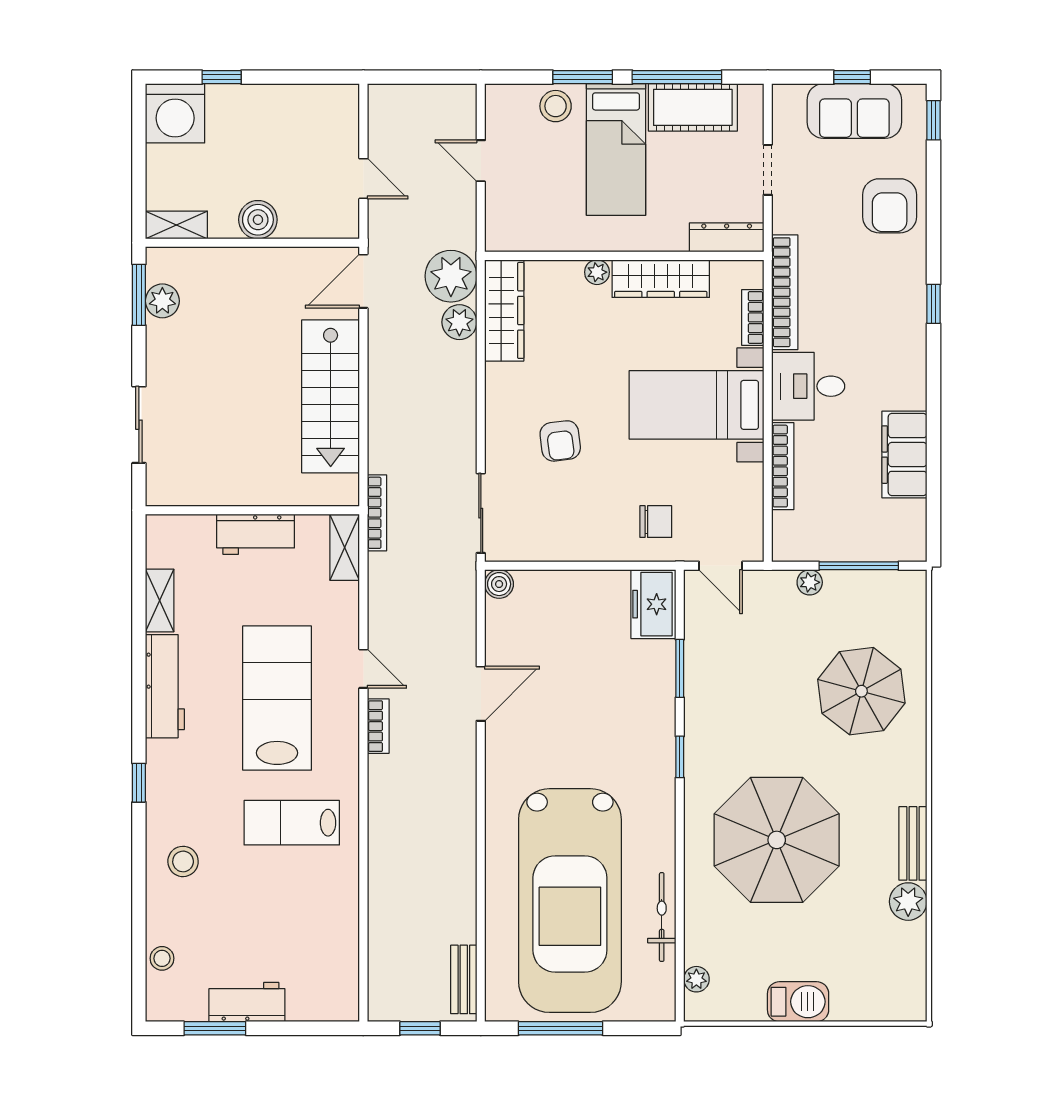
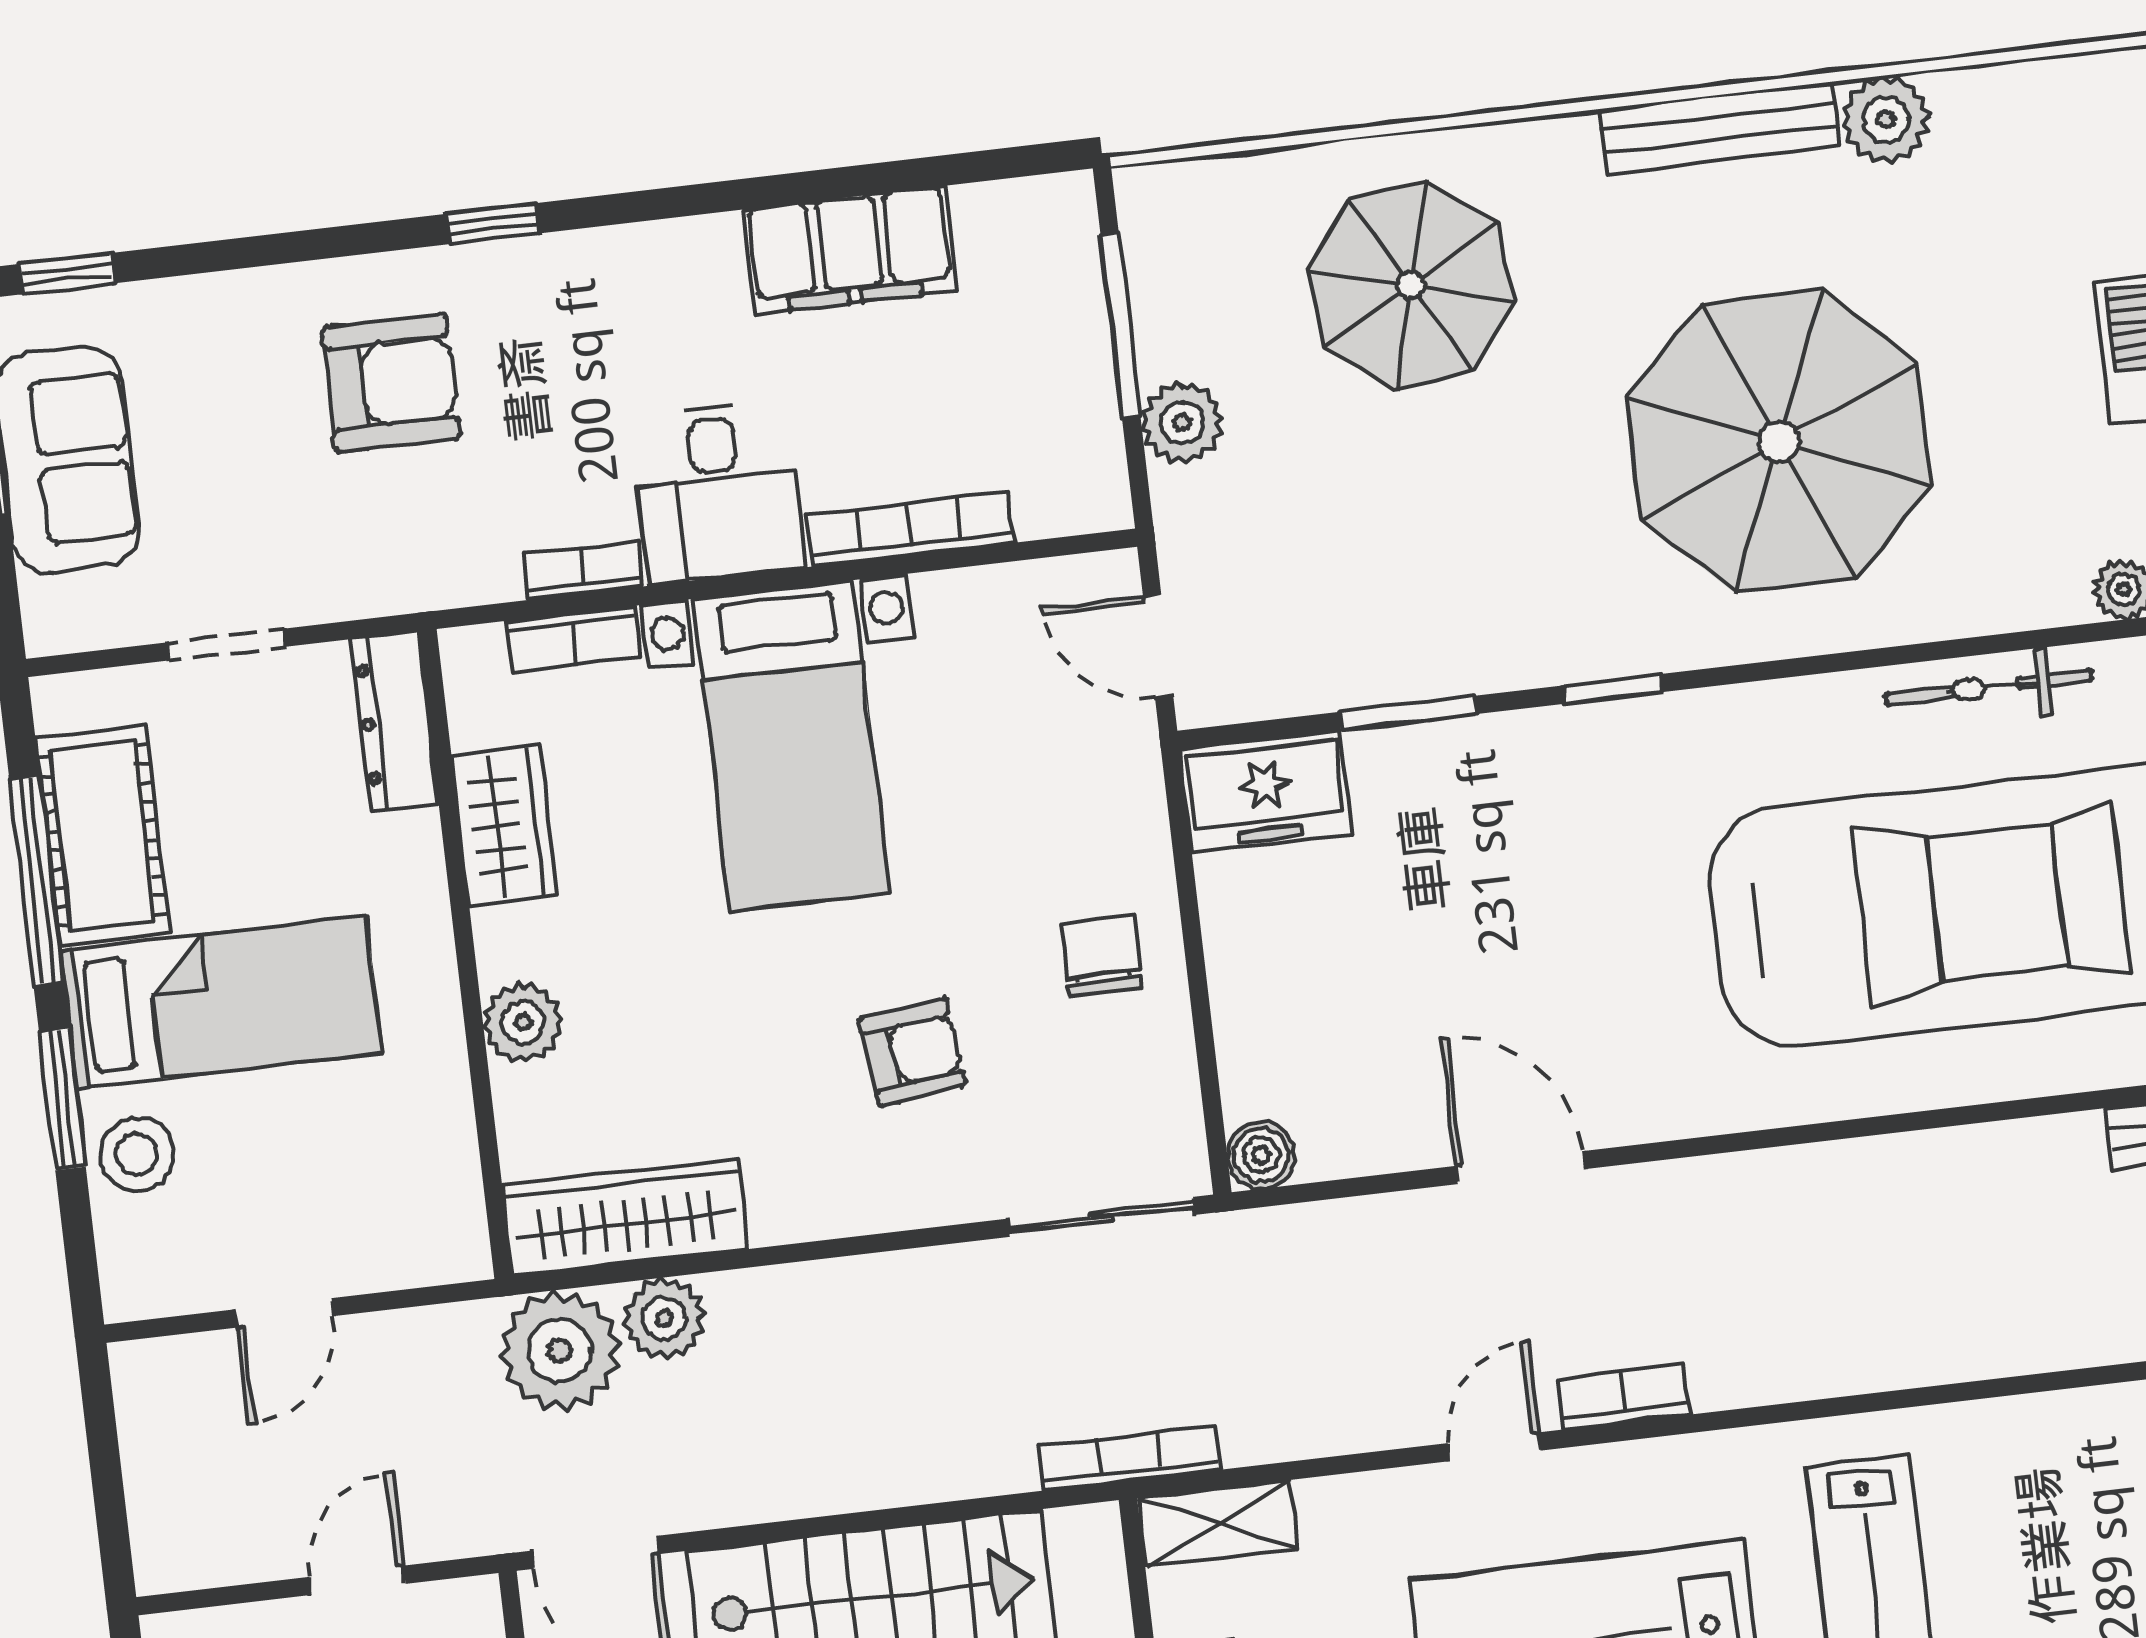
armchair: (890, 206) -> (391, 383), moved
plant: (597, 272) -> (523, 1022), width x1.38, depth x1.38
wardrobe: (661, 279) -> (504, 826), width x0.67
bookcase: (785, 292) -> (583, 570), width x0.43, depth x0.76
chair: (656, 522) -> (1101, 955), moved
door: (721, 566) -> (1158, 646), swing flipped
plant: (810, 582) -> (1182, 423), width x1.38, depth x1.38
bench: (913, 843) -> (1719, 128), width x1.36

